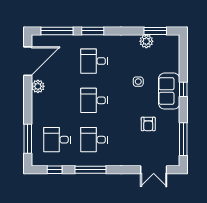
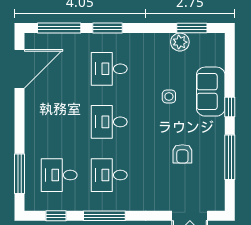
plant: (38, 86) -> (33, 103), removed
sofa: (169, 91) -> (211, 92), moved
window: (183, 139) -> (230, 157), moved

